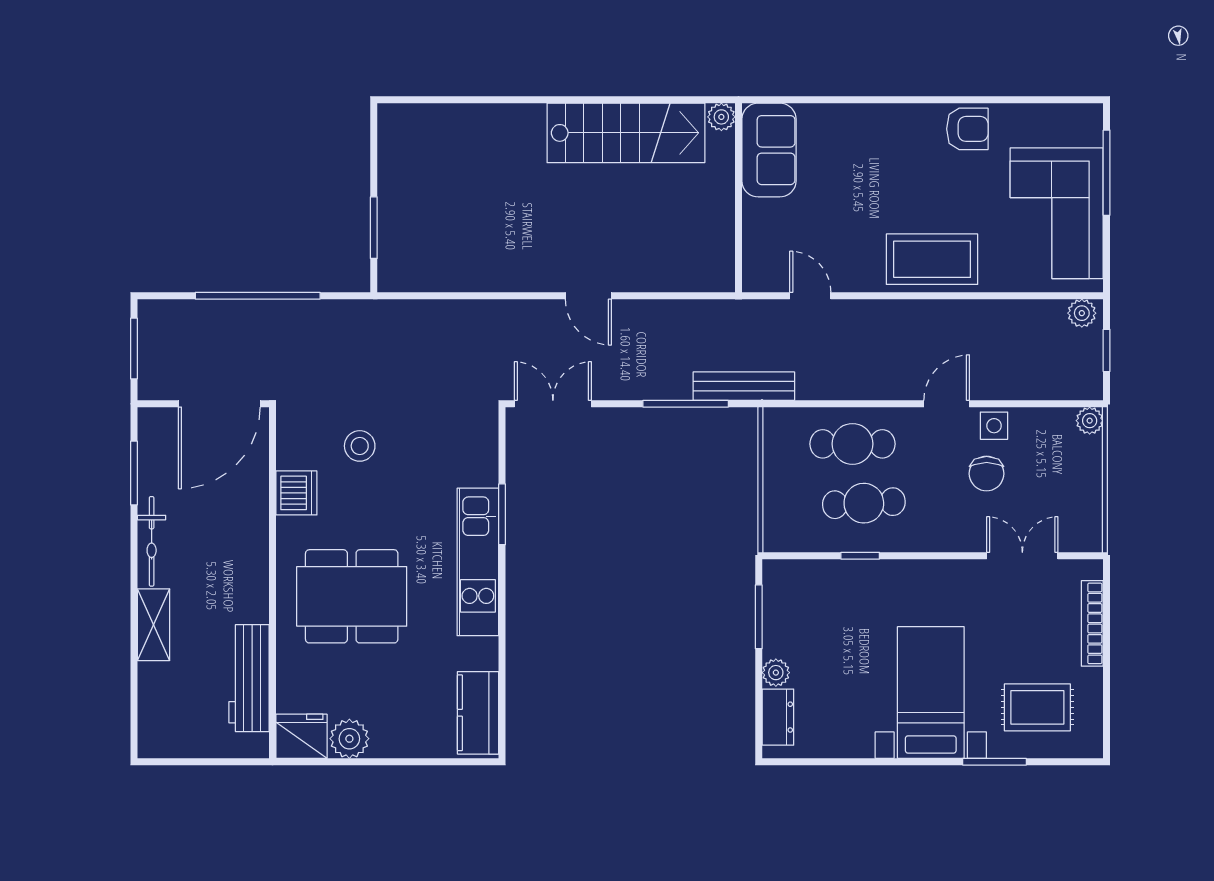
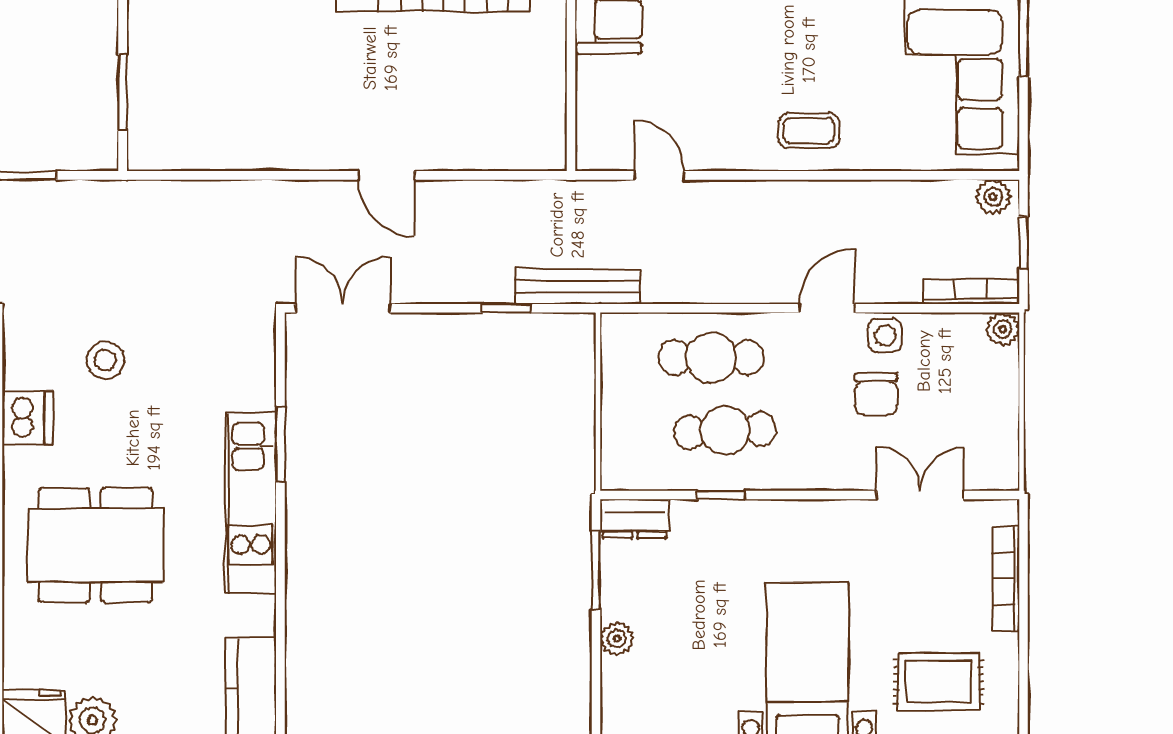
coffee table: (932, 259) -> (809, 131), width x0.54, depth x0.58
bookcase: (1064, 390) -> (971, 292), added
window: (686, 404) -> (506, 308), width x0.46
dresser: (778, 717) -> (635, 519), moved, turned 90

